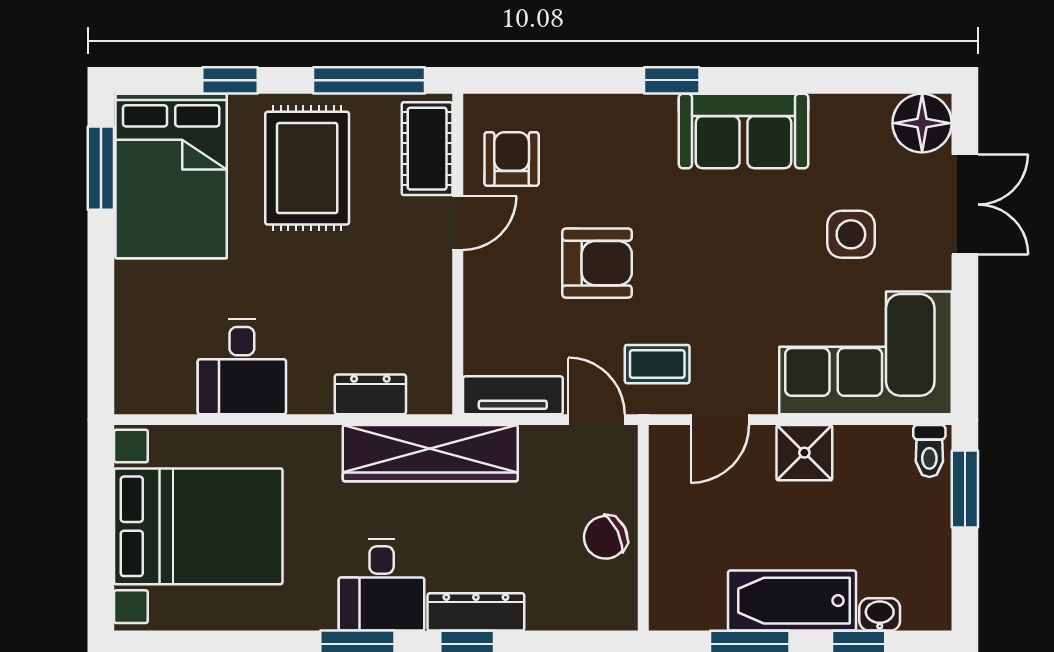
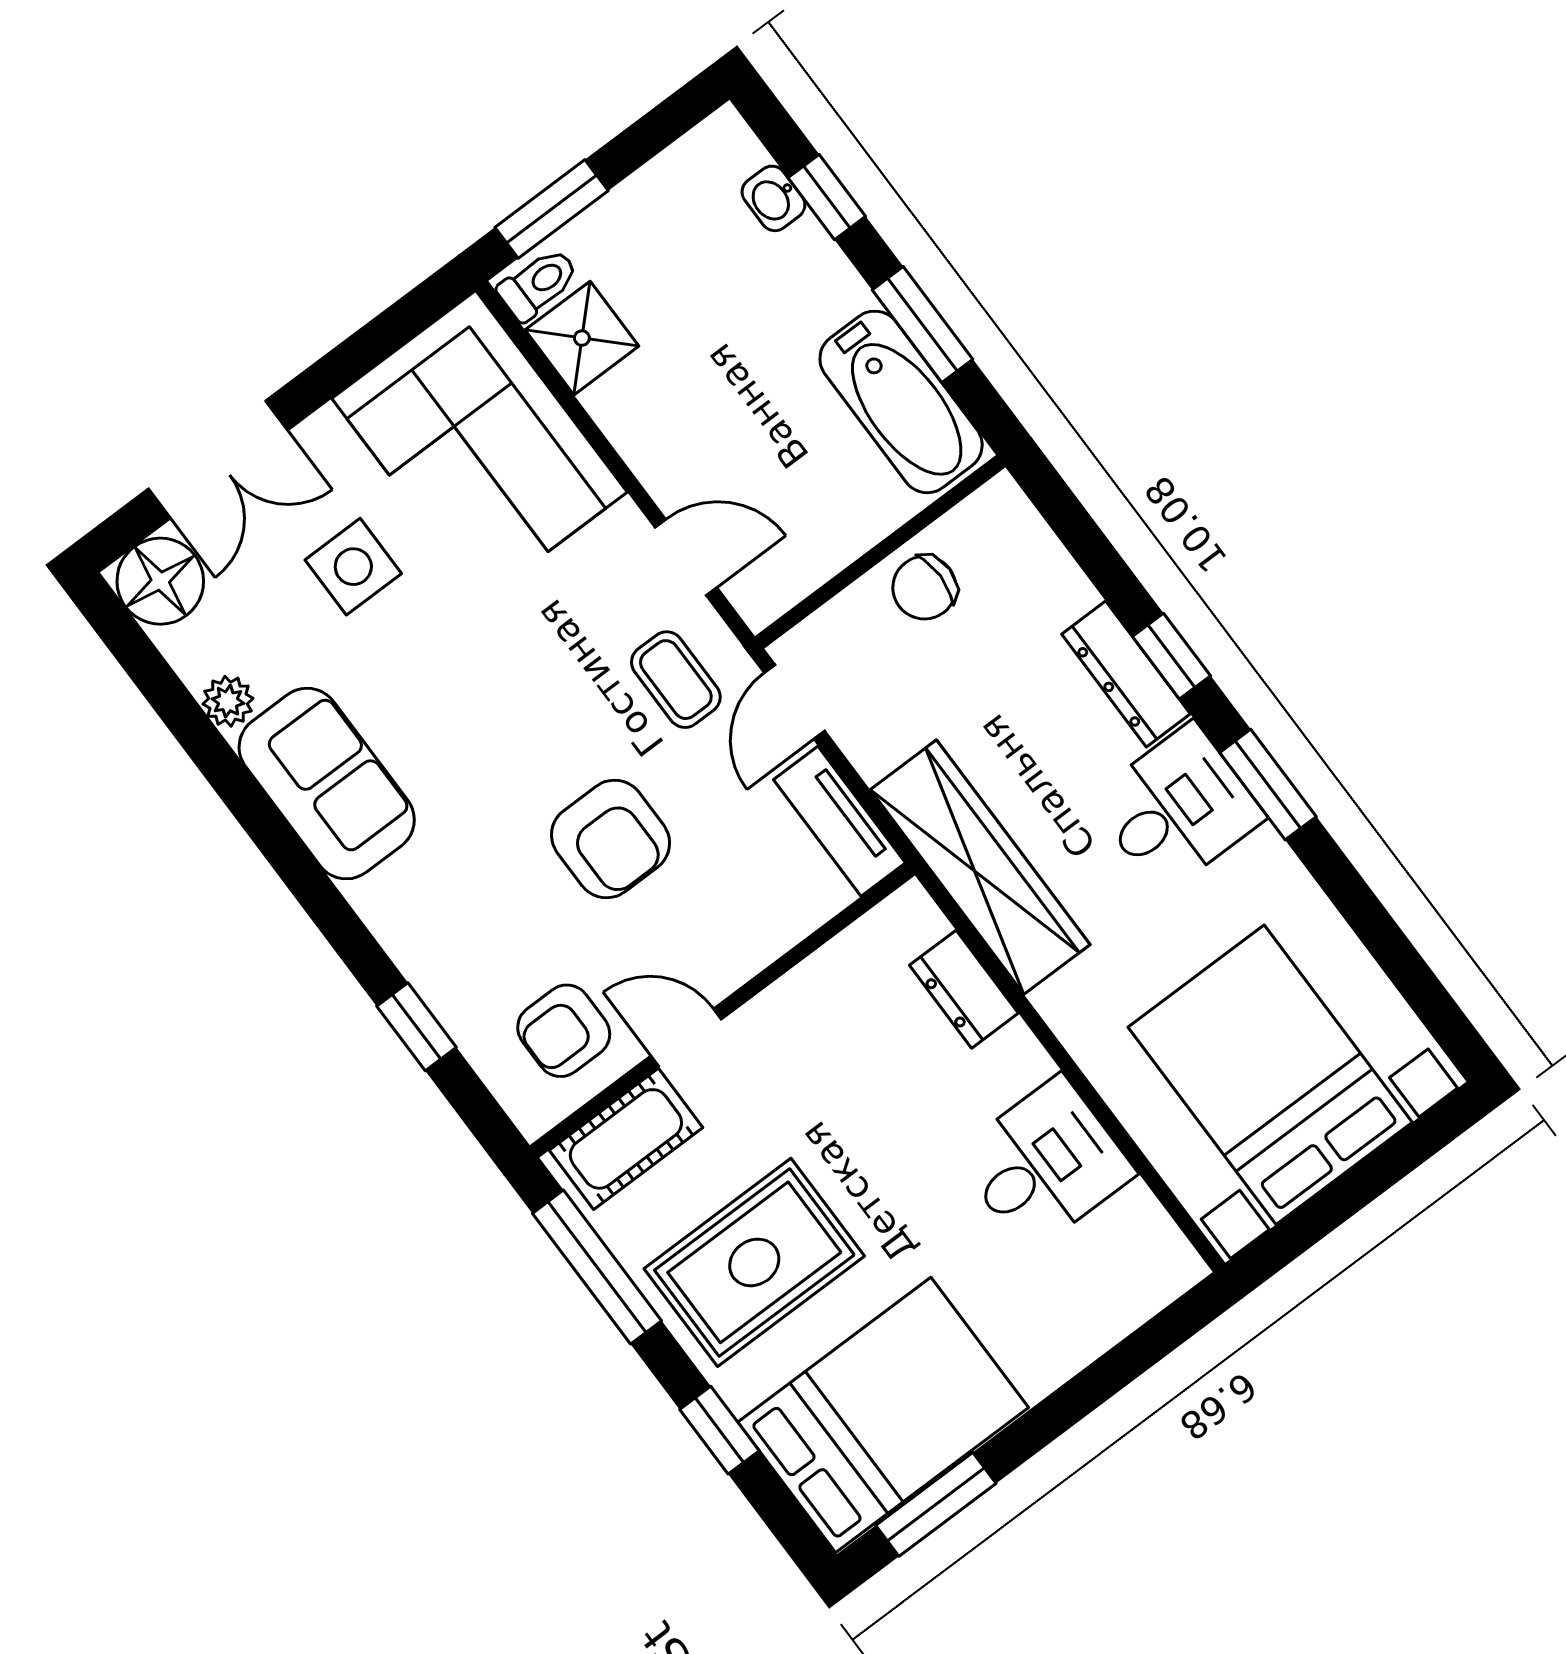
window: (672, 80) -> (417, 1027), moved
plant: (829, 111) -> (228, 701), added
double door: (965, 204) -> (218, 460), swing flipped
armchair: (597, 263) -> (611, 839), turned 180
shower: (804, 453) -> (582, 338), moved
chair: (606, 537) -> (924, 588), turned 116
bathtub: (792, 601) -> (901, 402), moved

